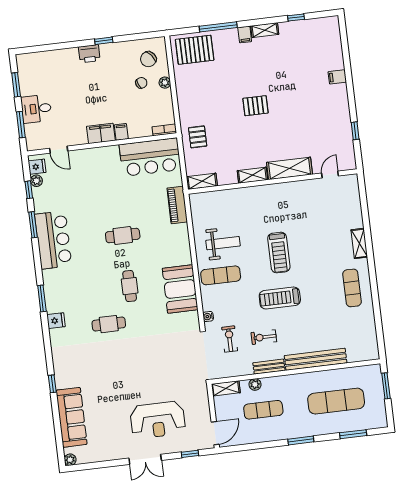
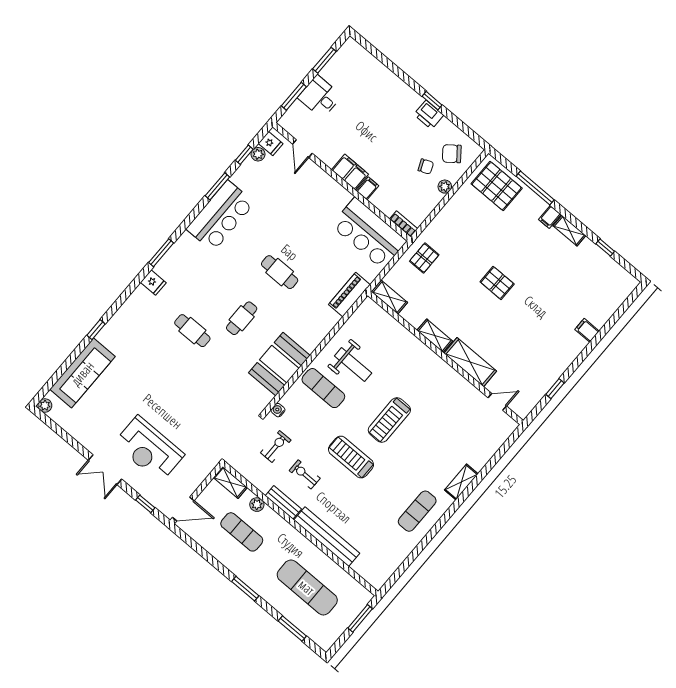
printer: (89, 54) -> (429, 115), moved

